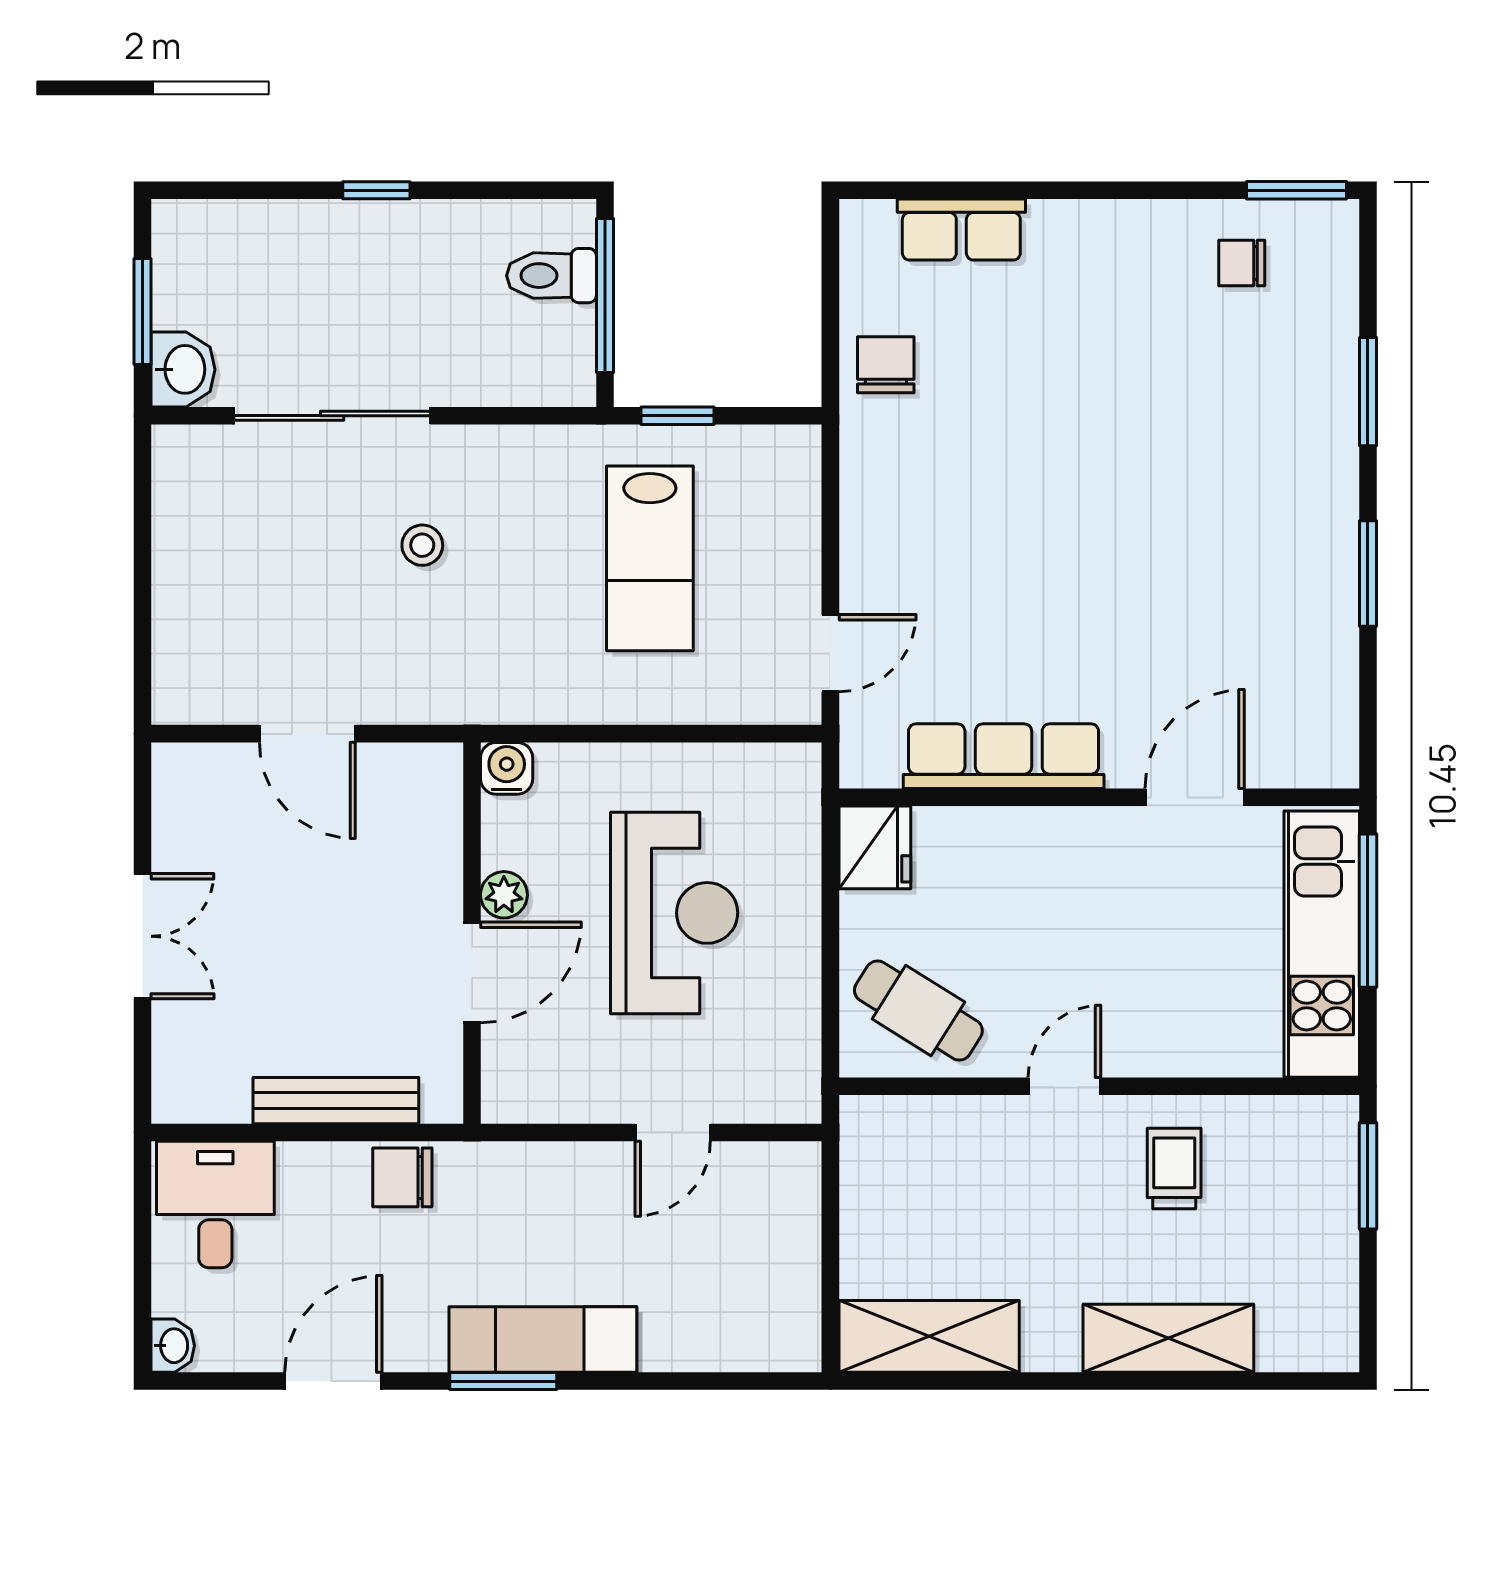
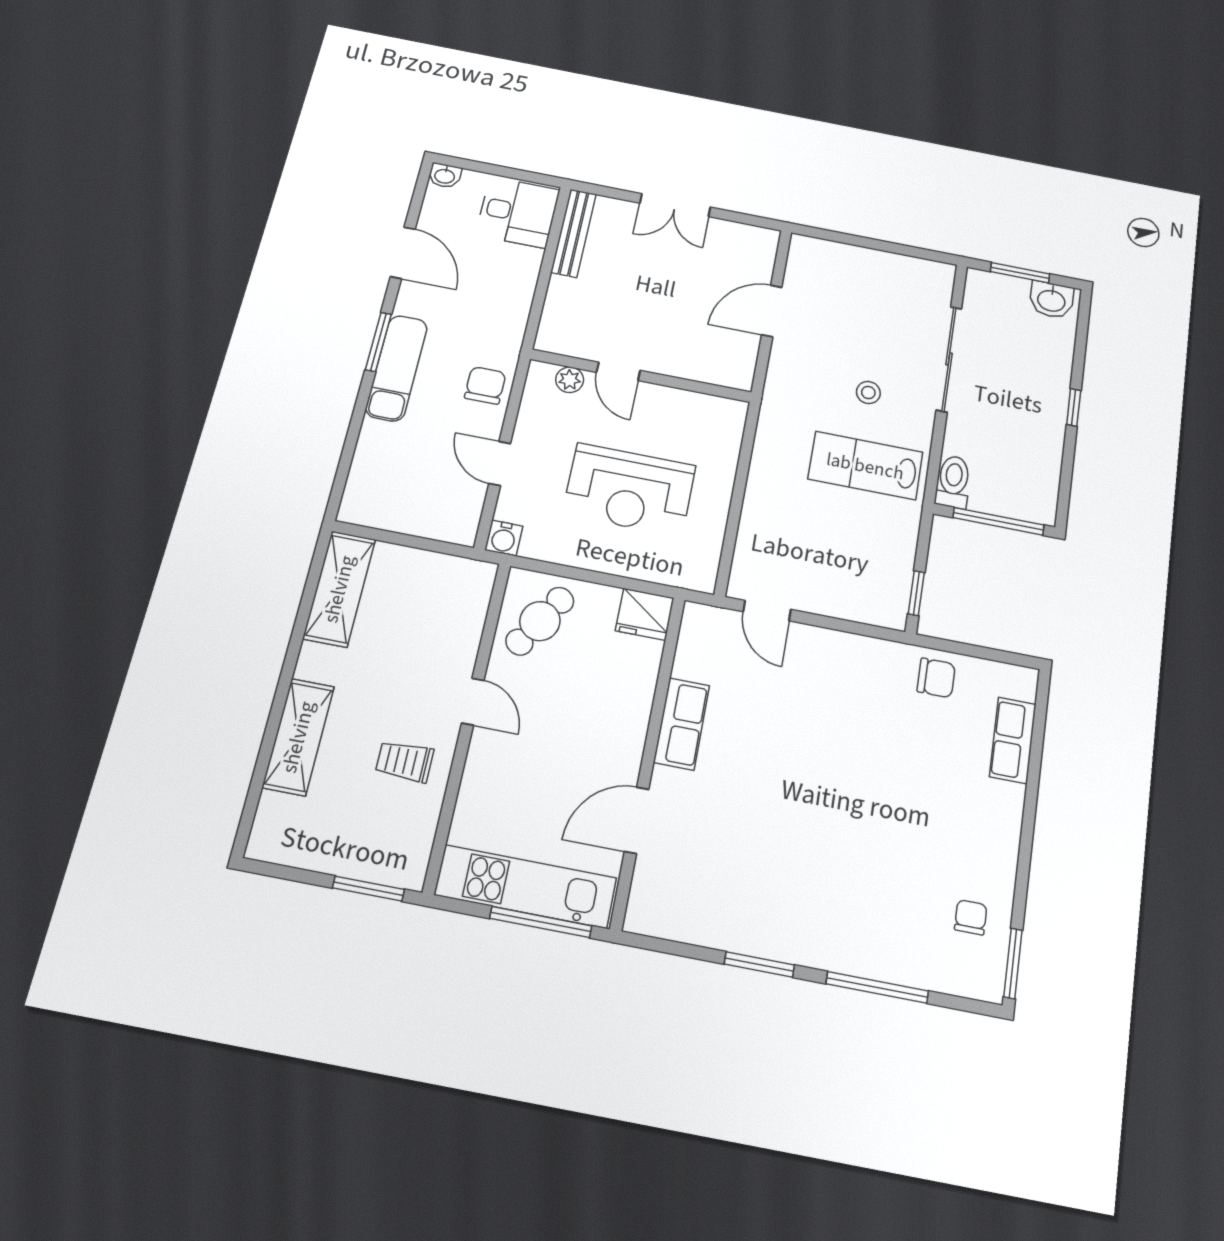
toilet: (552, 276) -> (953, 482), moved
washbasin: (183, 369) -> (1051, 300), moved
window: (1368, 392) -> (877, 987), width x1.44
window: (677, 416) -> (916, 593), moved
lab bench: (650, 558) -> (865, 466), moved
row of seats: (1004, 756) -> (682, 724), width x0.68
water cooler: (507, 768) -> (504, 538), moved, turned 90
door: (1195, 797) -> (637, 820), swing flipped
plant: (504, 895) -> (570, 380), moved
door: (472, 972) -> (618, 371), width x0.73
bench: (336, 1101) -> (574, 233), moved
trolley: (1174, 1169) -> (405, 761), turned 180
chair: (402, 1177) -> (485, 385), moved

